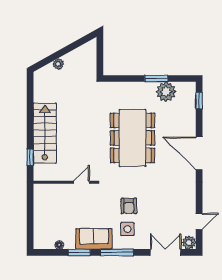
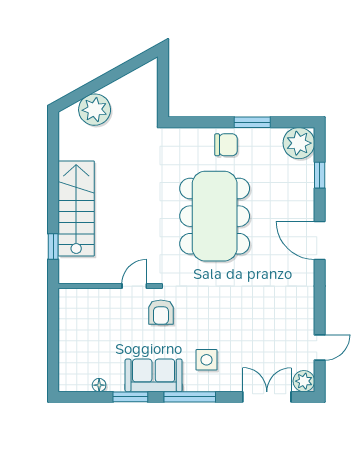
plant: (58, 64) -> (95, 110), width x1.87, depth x1.87
plant: (166, 92) -> (299, 143), moved
chair: (140, 93) -> (226, 145), added
window: (199, 101) -> (320, 175), moved
door: (199, 153) -> (320, 241), width x0.73
armchair: (129, 206) -> (161, 312), moved

